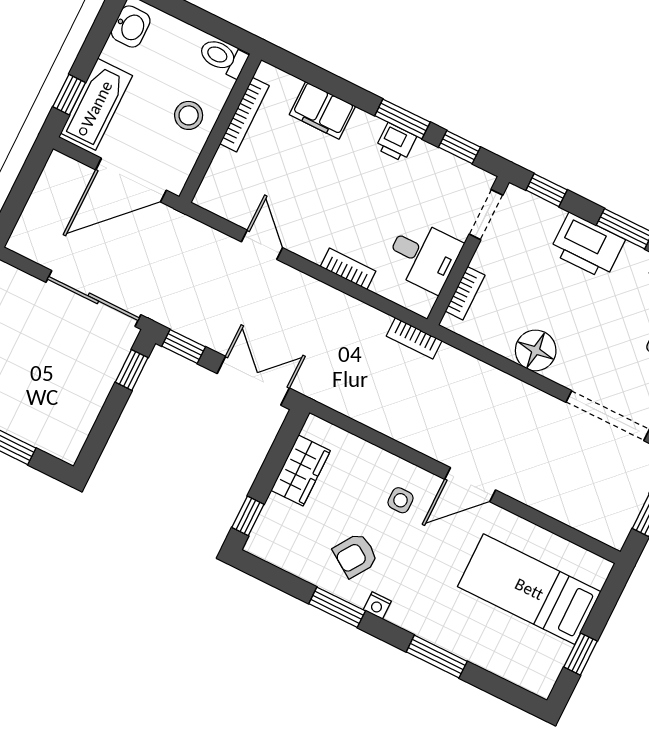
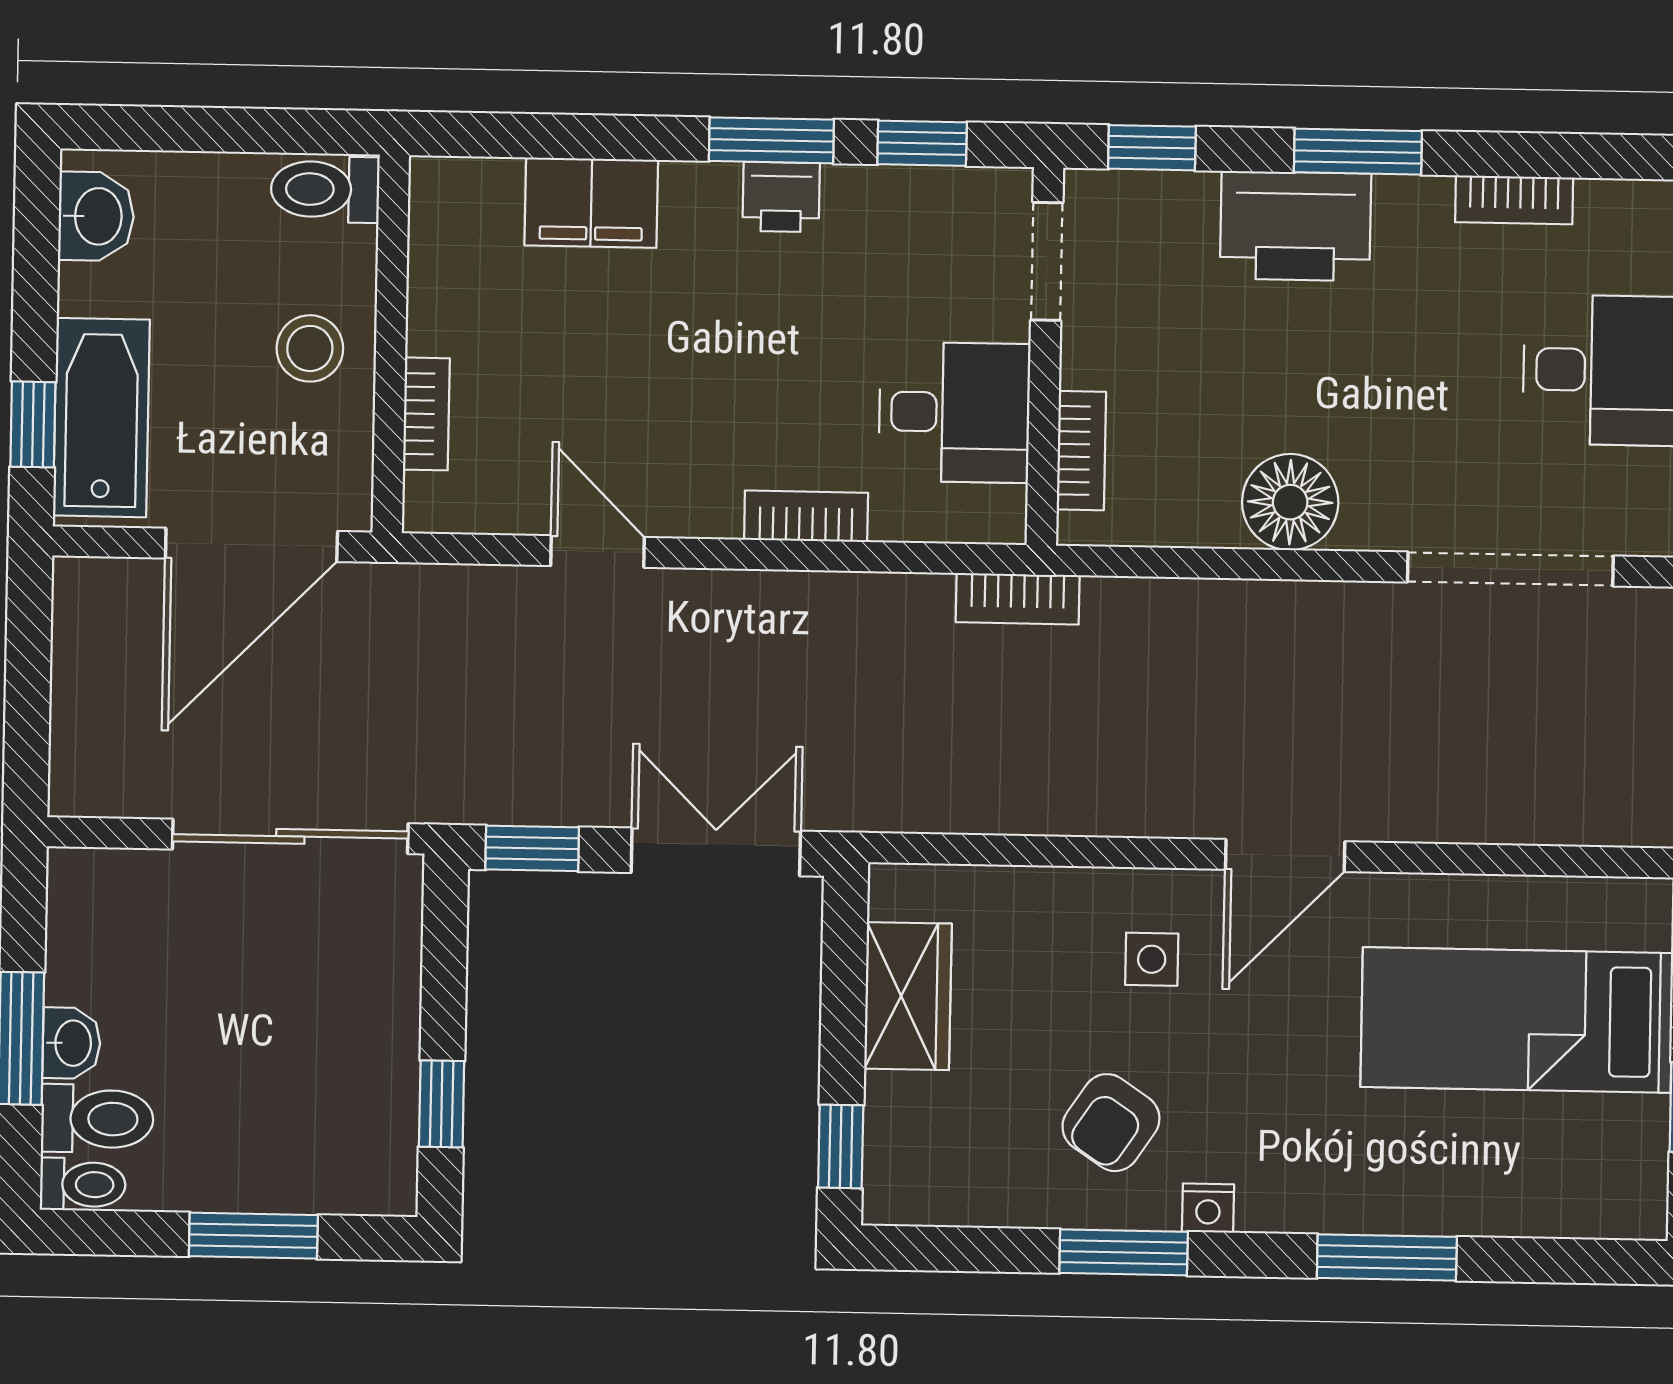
bookcase: (244, 115) -> (426, 414), moved, width x0.64
window: (132, 370) -> (442, 1104), moved

